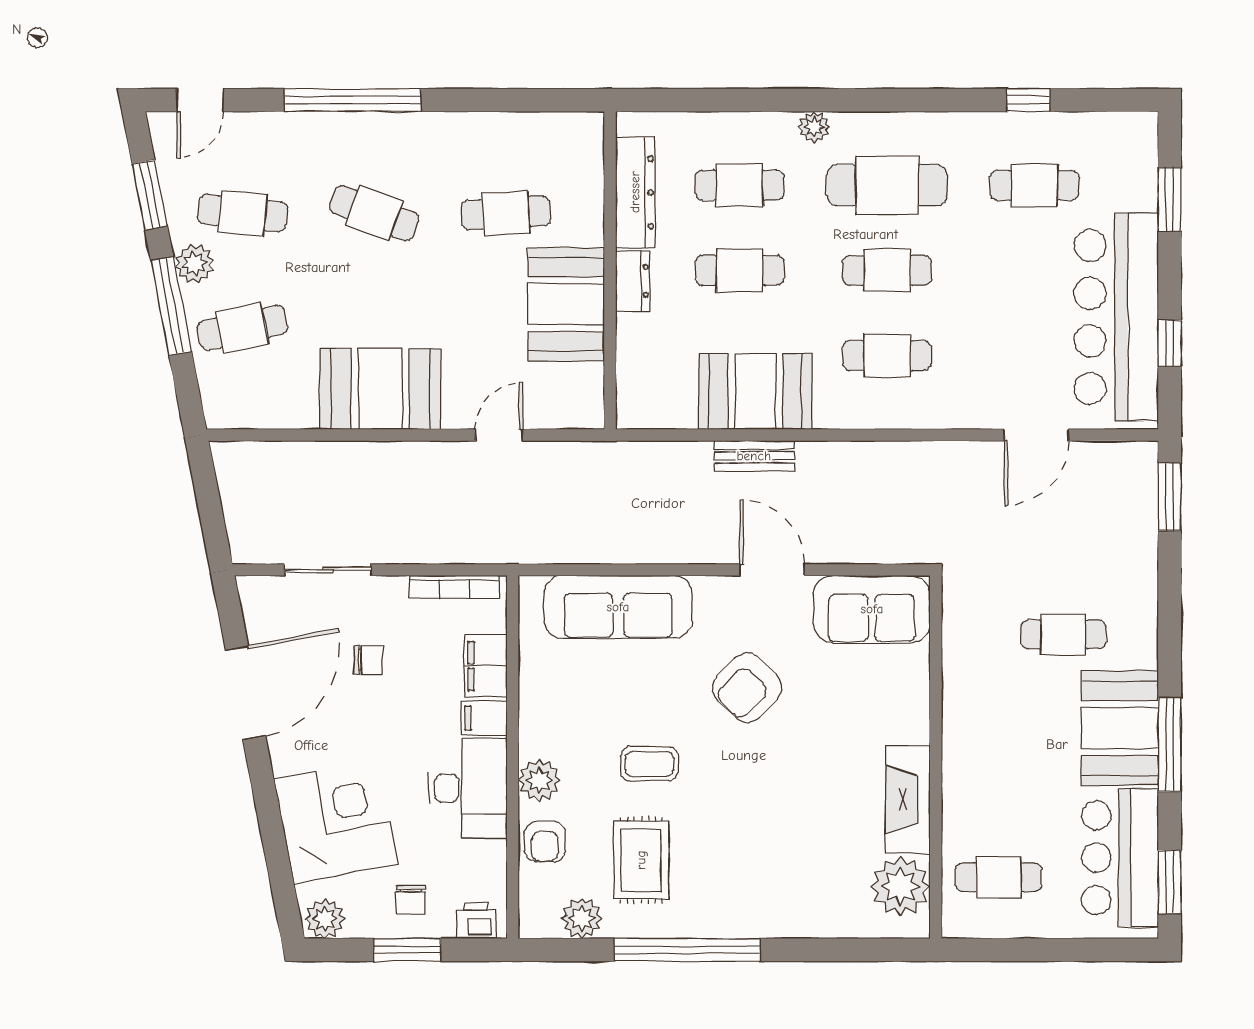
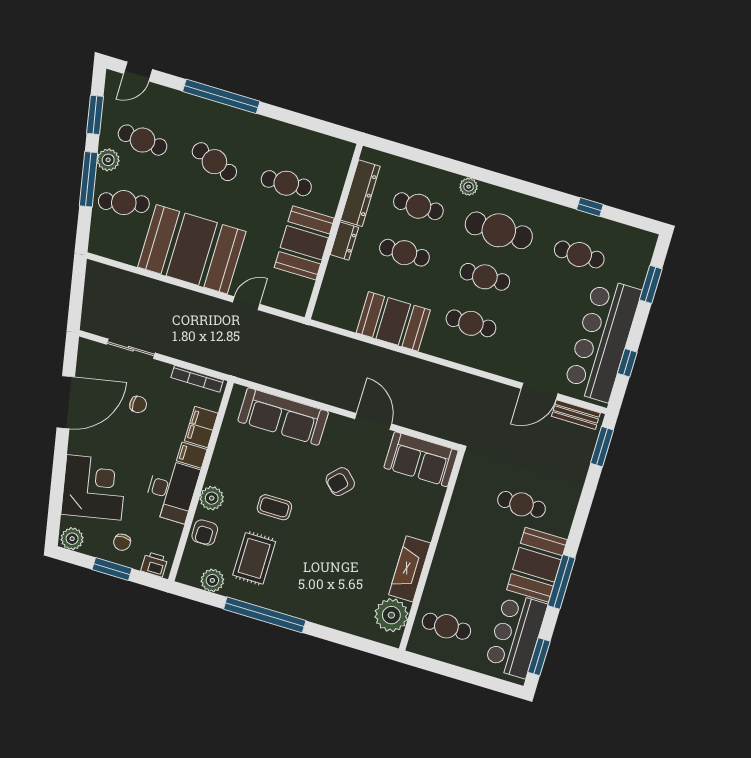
booth: (380, 389) -> (192, 249), width x1.36, depth x1.42
bench: (754, 456) -> (576, 415), moved
armchair: (747, 688) -> (340, 482), width x0.72, depth x0.72

